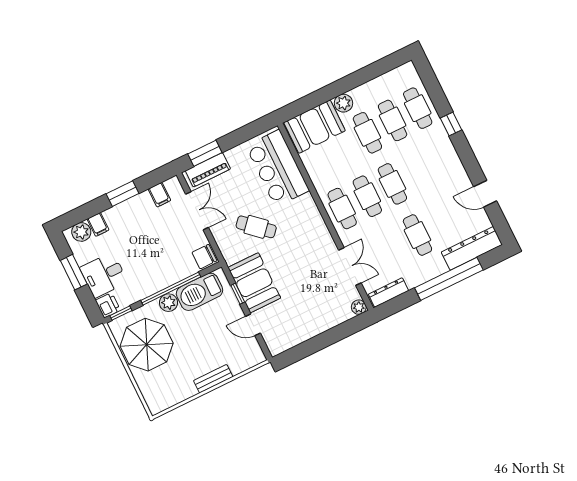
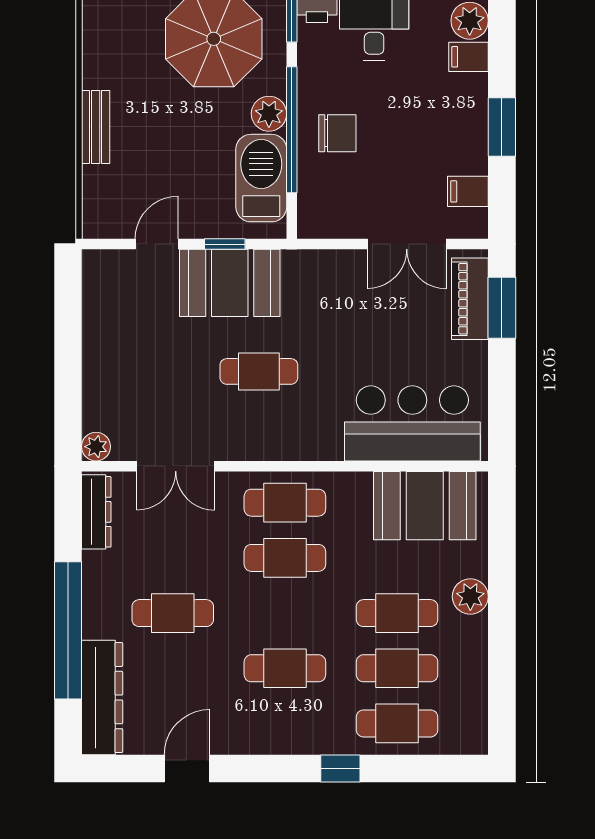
booth: (314, 127) -> (425, 506), moved, turned 90
cafe table: (392, 184) -> (285, 668), moved
cafe table: (256, 227) -> (259, 371), moved, turned 48
chair: (204, 257) -> (337, 133), moved, turned 90

